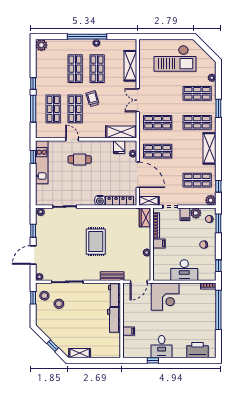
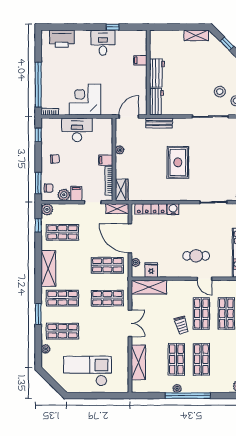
corner desk: (165, 297) -> (85, 100), moved

